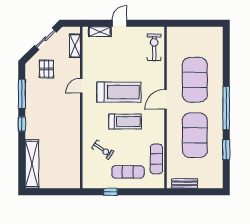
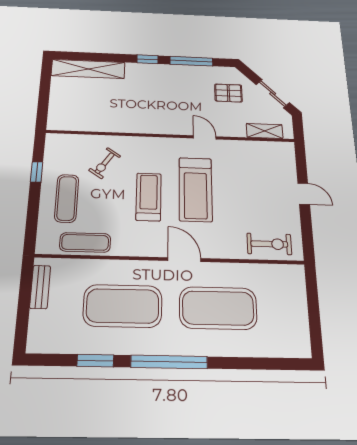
shelving: (100, 32) -> (288, 165), removed
treadmill: (125, 122) -> (149, 197), turned 180

